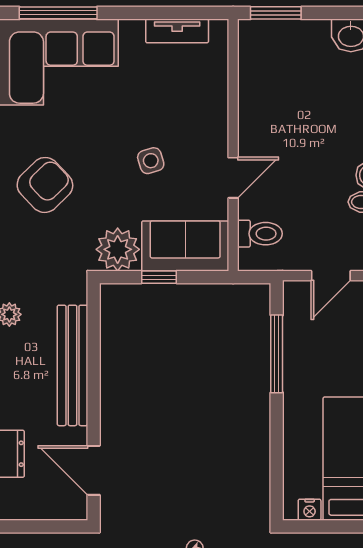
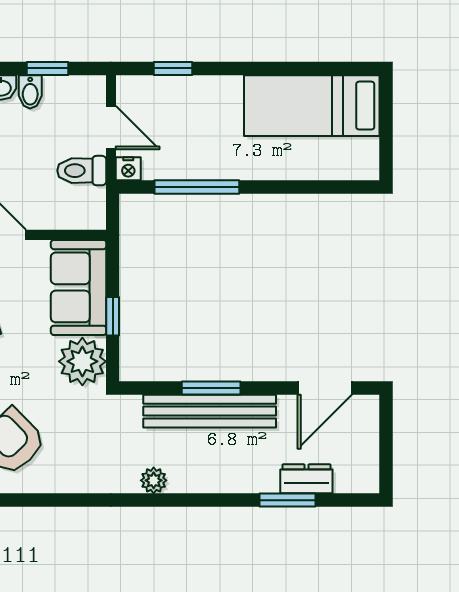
toilet: (260, 234) -> (82, 171), moved, turned -90
window: (94, 367) -> (211, 388), added
nightstand: (310, 510) -> (128, 169), moved, turned 90

